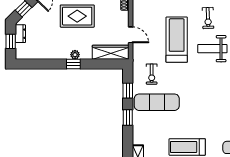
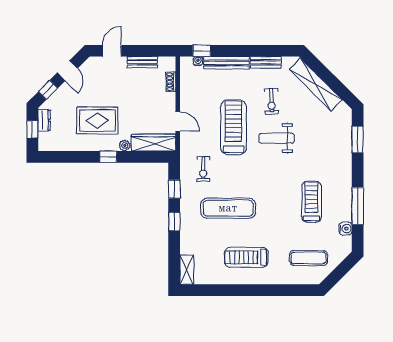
rug: (77, 16) -> (97, 121), moved
plant: (75, 55) -> (125, 145), moved
exercise mat: (157, 102) -> (228, 208), moved

